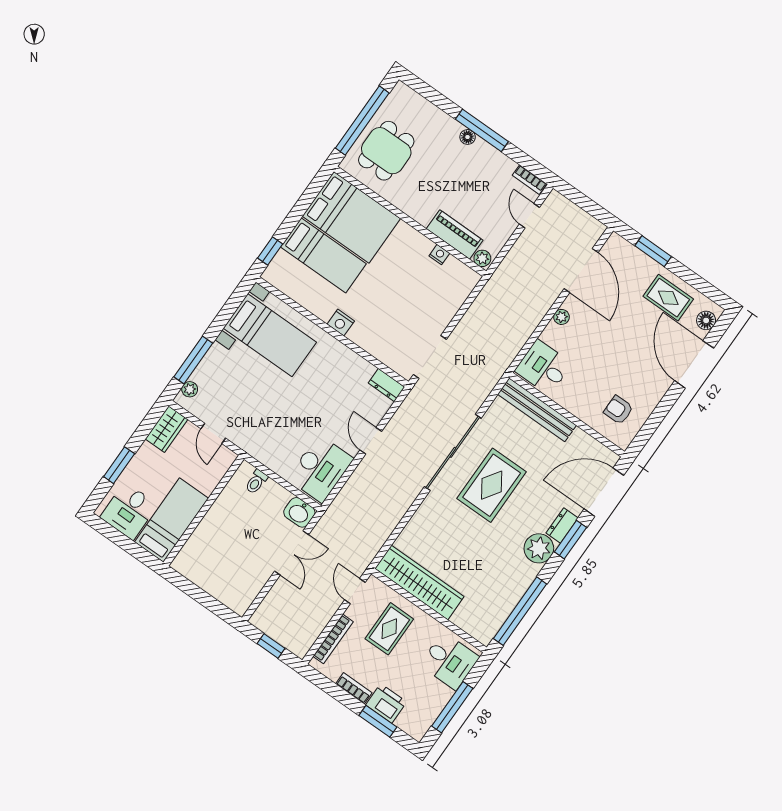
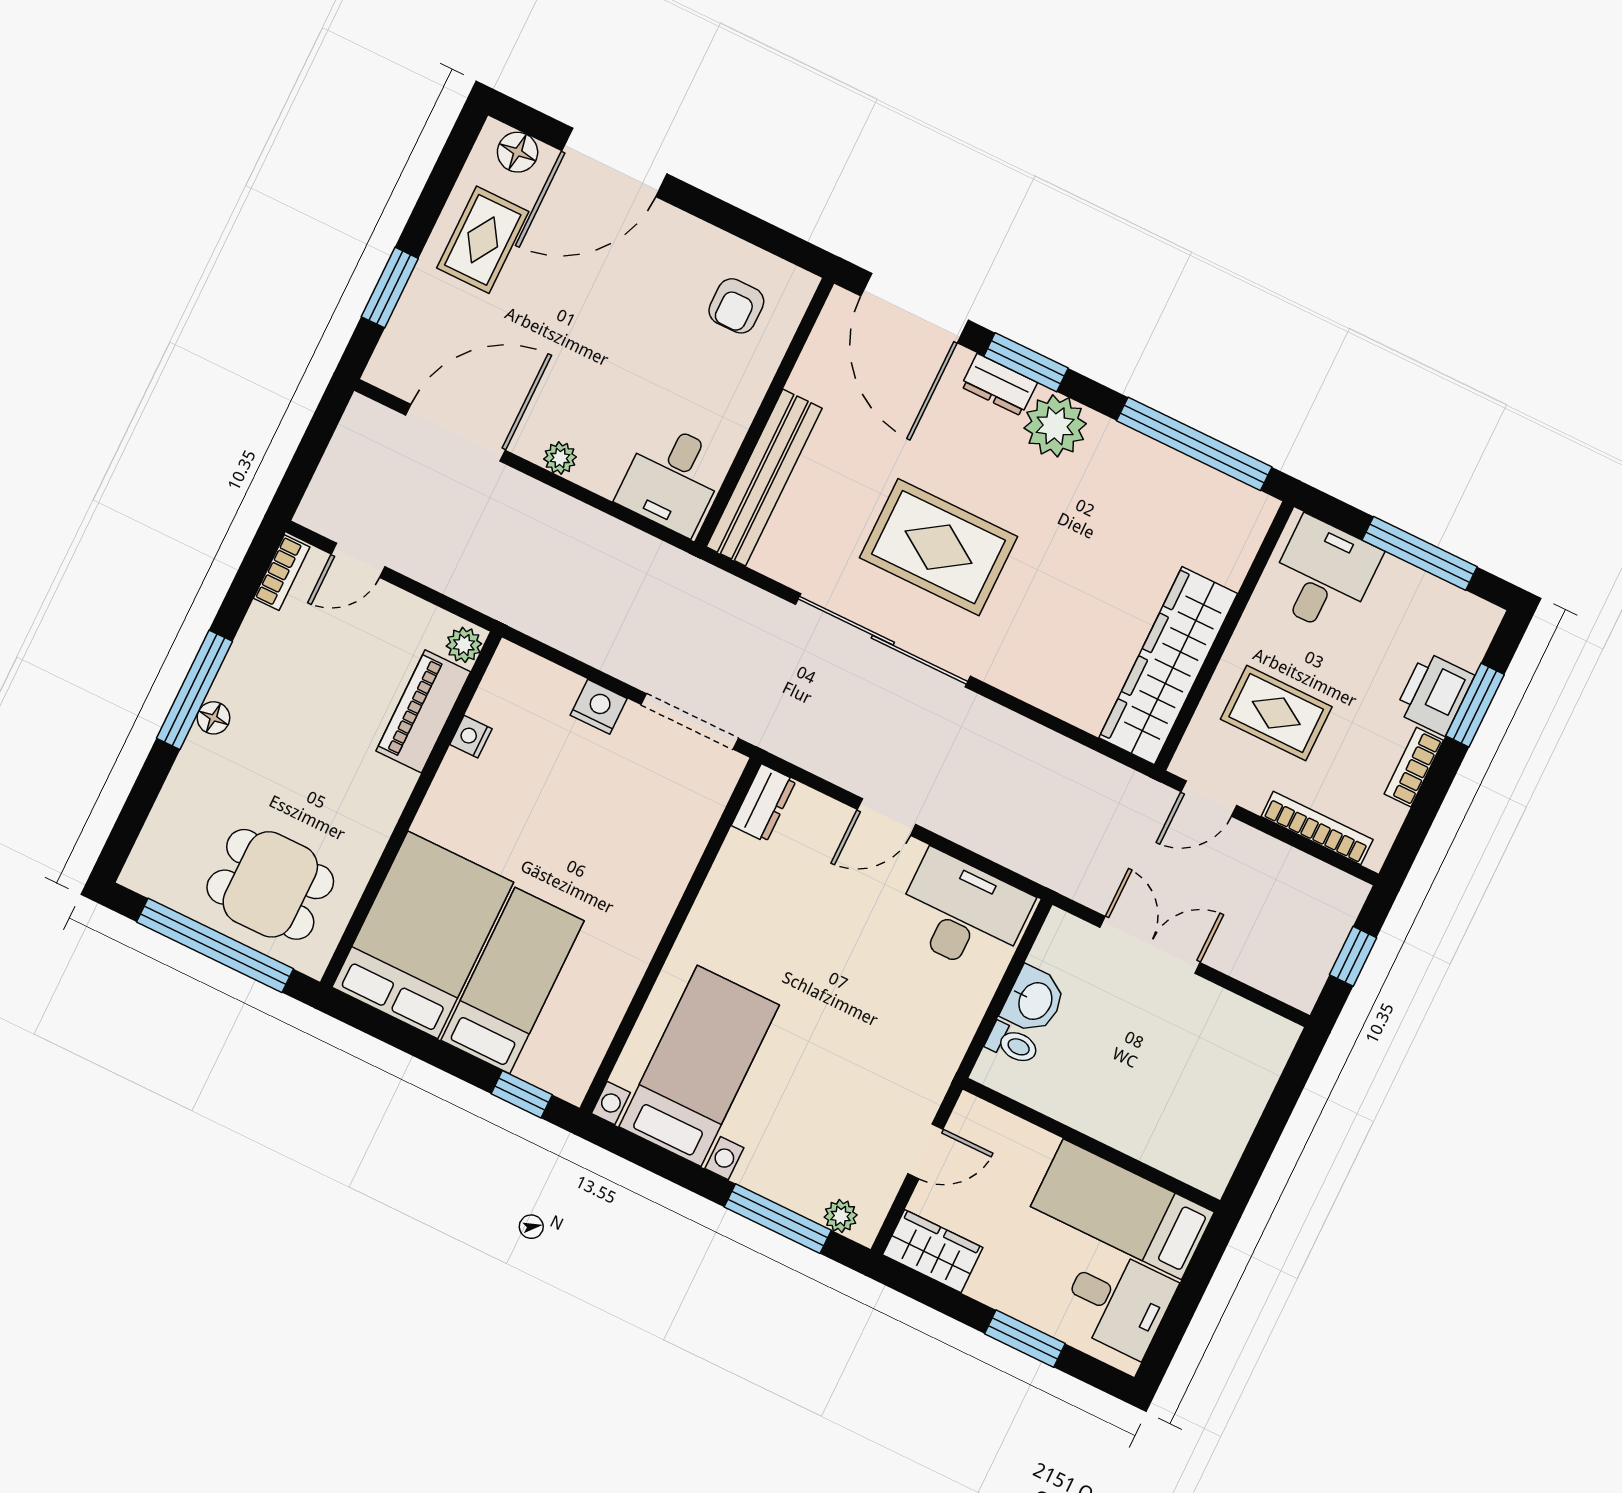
nightstand: (341, 323) -> (599, 707), moved, turned -90
washbasin: (299, 512) -> (1034, 1000), moved

